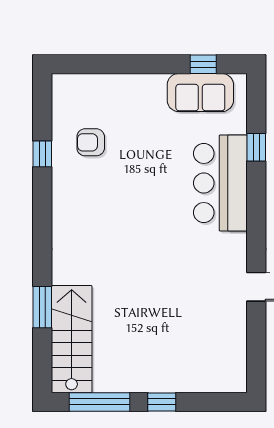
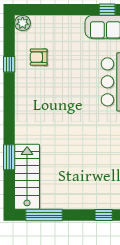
plant: (64, 86) -> (23, 23), added
window: (162, 402) -> (104, 215), moved

